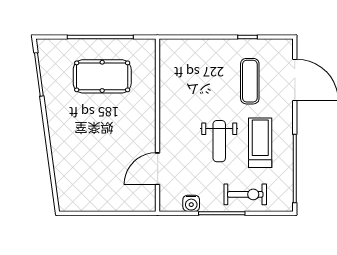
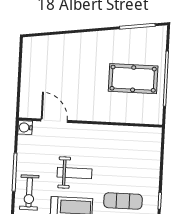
pool table: (102, 76) -> (133, 79), turned 90
weight bench: (219, 141) -> (74, 173), turned 180
water cooler: (191, 203) -> (25, 128), moved

